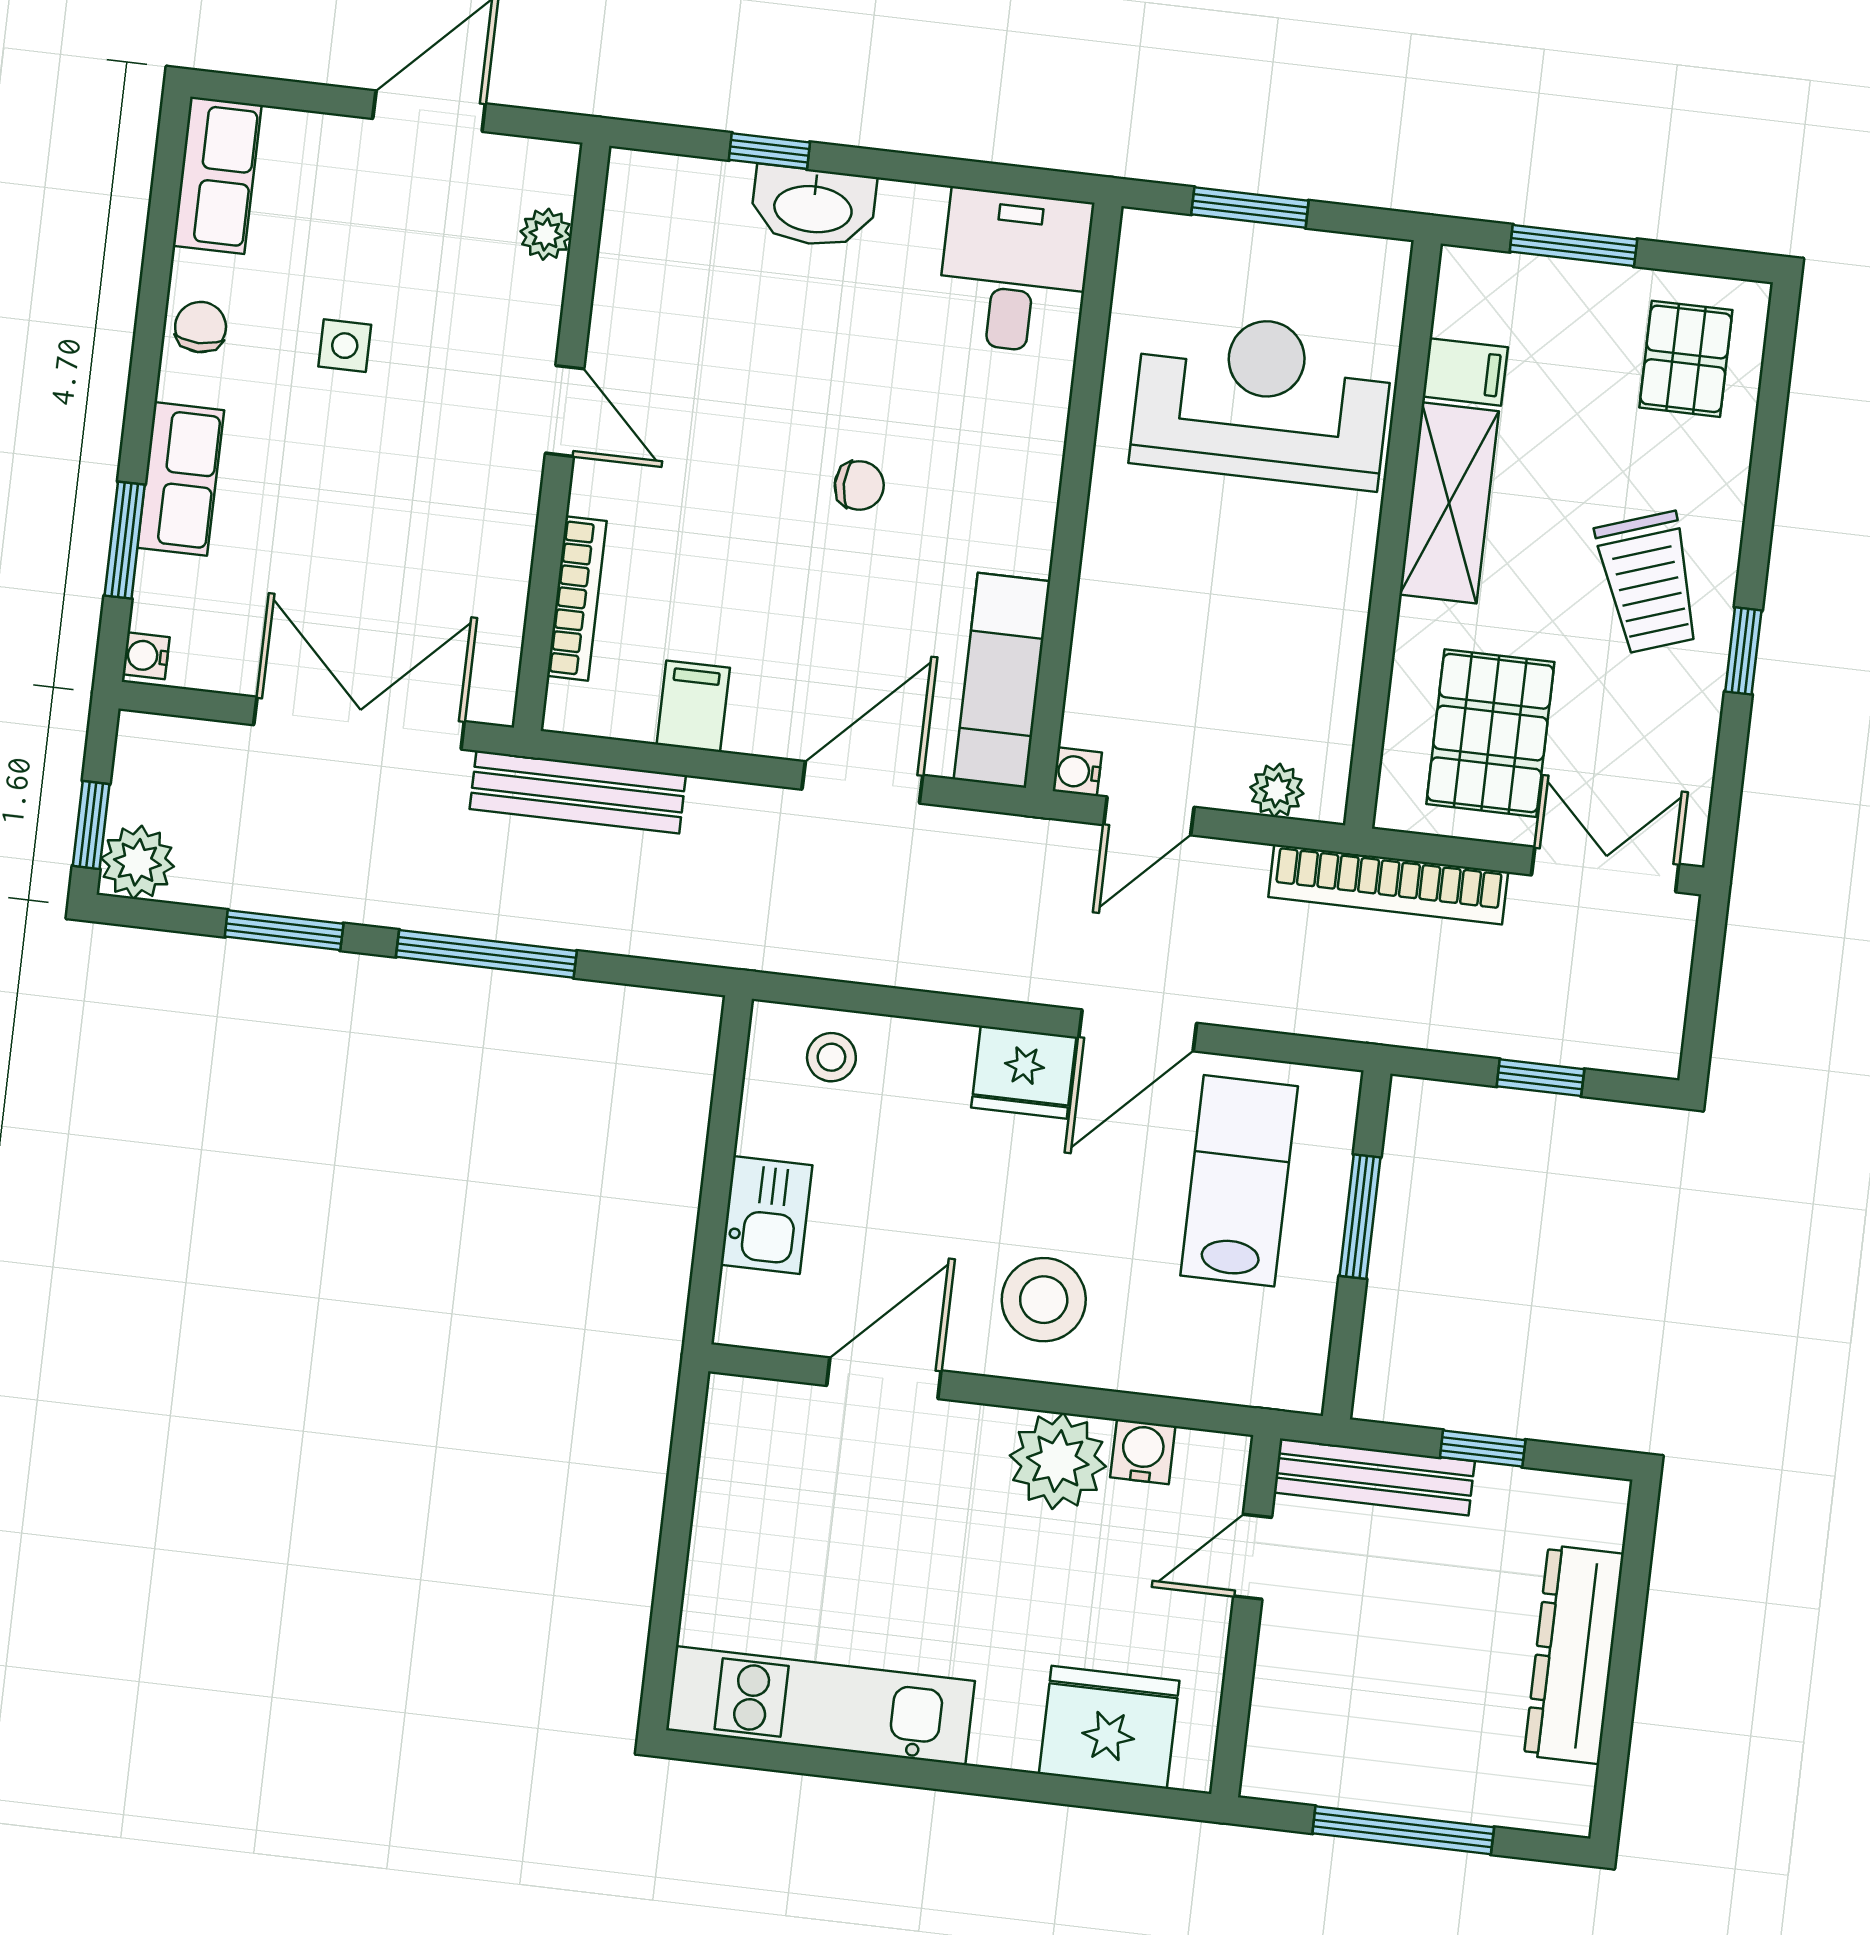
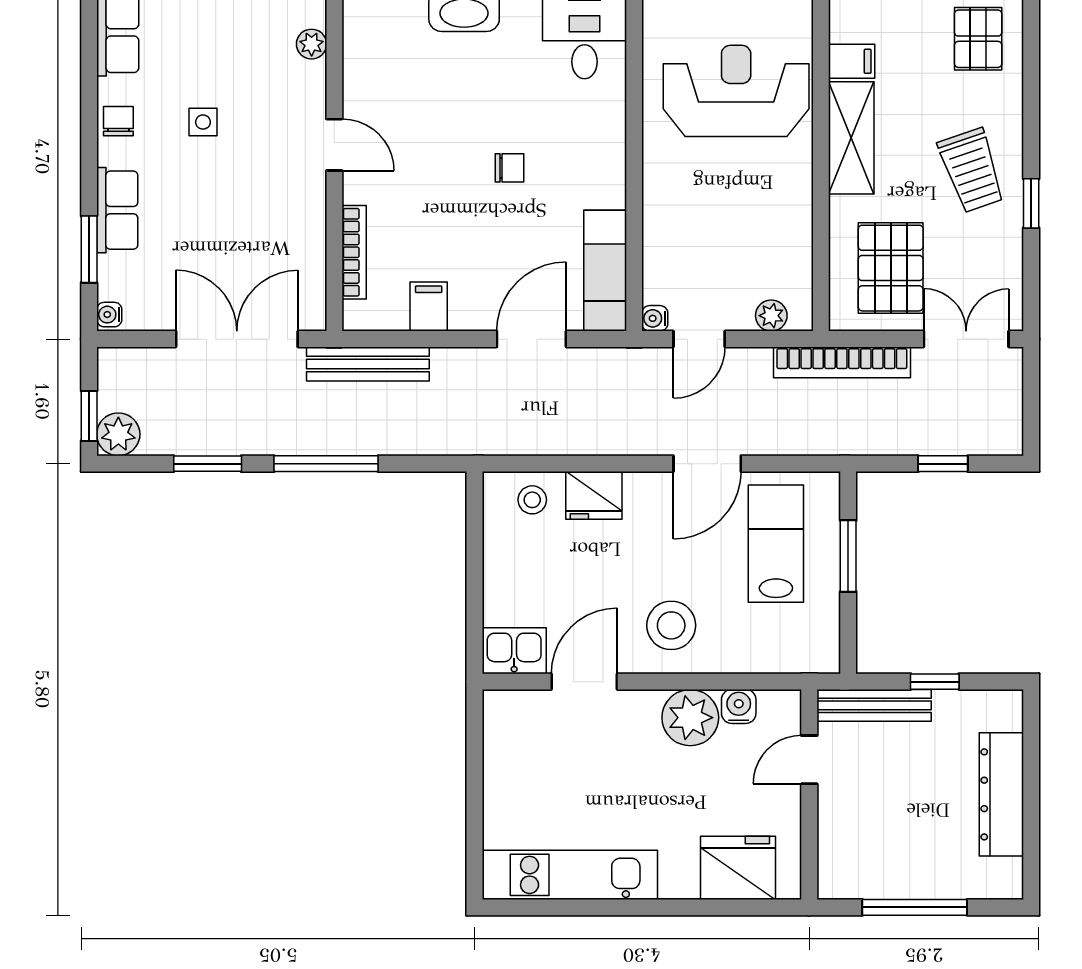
fridge: (1024, 1072) -> (594, 495), moved
kitchen sink: (766, 1215) -> (514, 651), moved, turned -90

